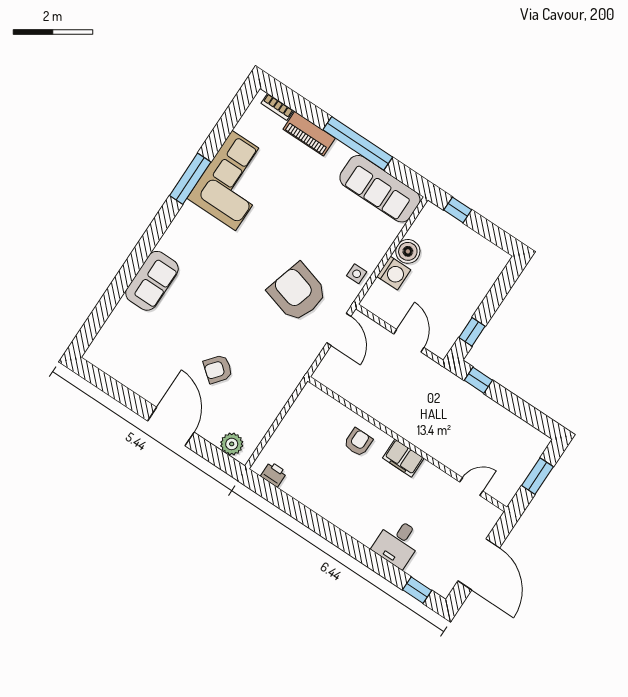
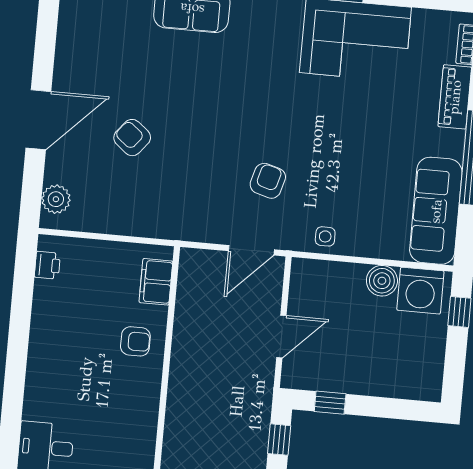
washing machine: (394, 273) -> (420, 291), moved, width x1.37, depth x1.37
armchair: (297, 292) -> (268, 181), width x0.53, depth x0.53
filing cabinet: (403, 458) -> (156, 282), moved

